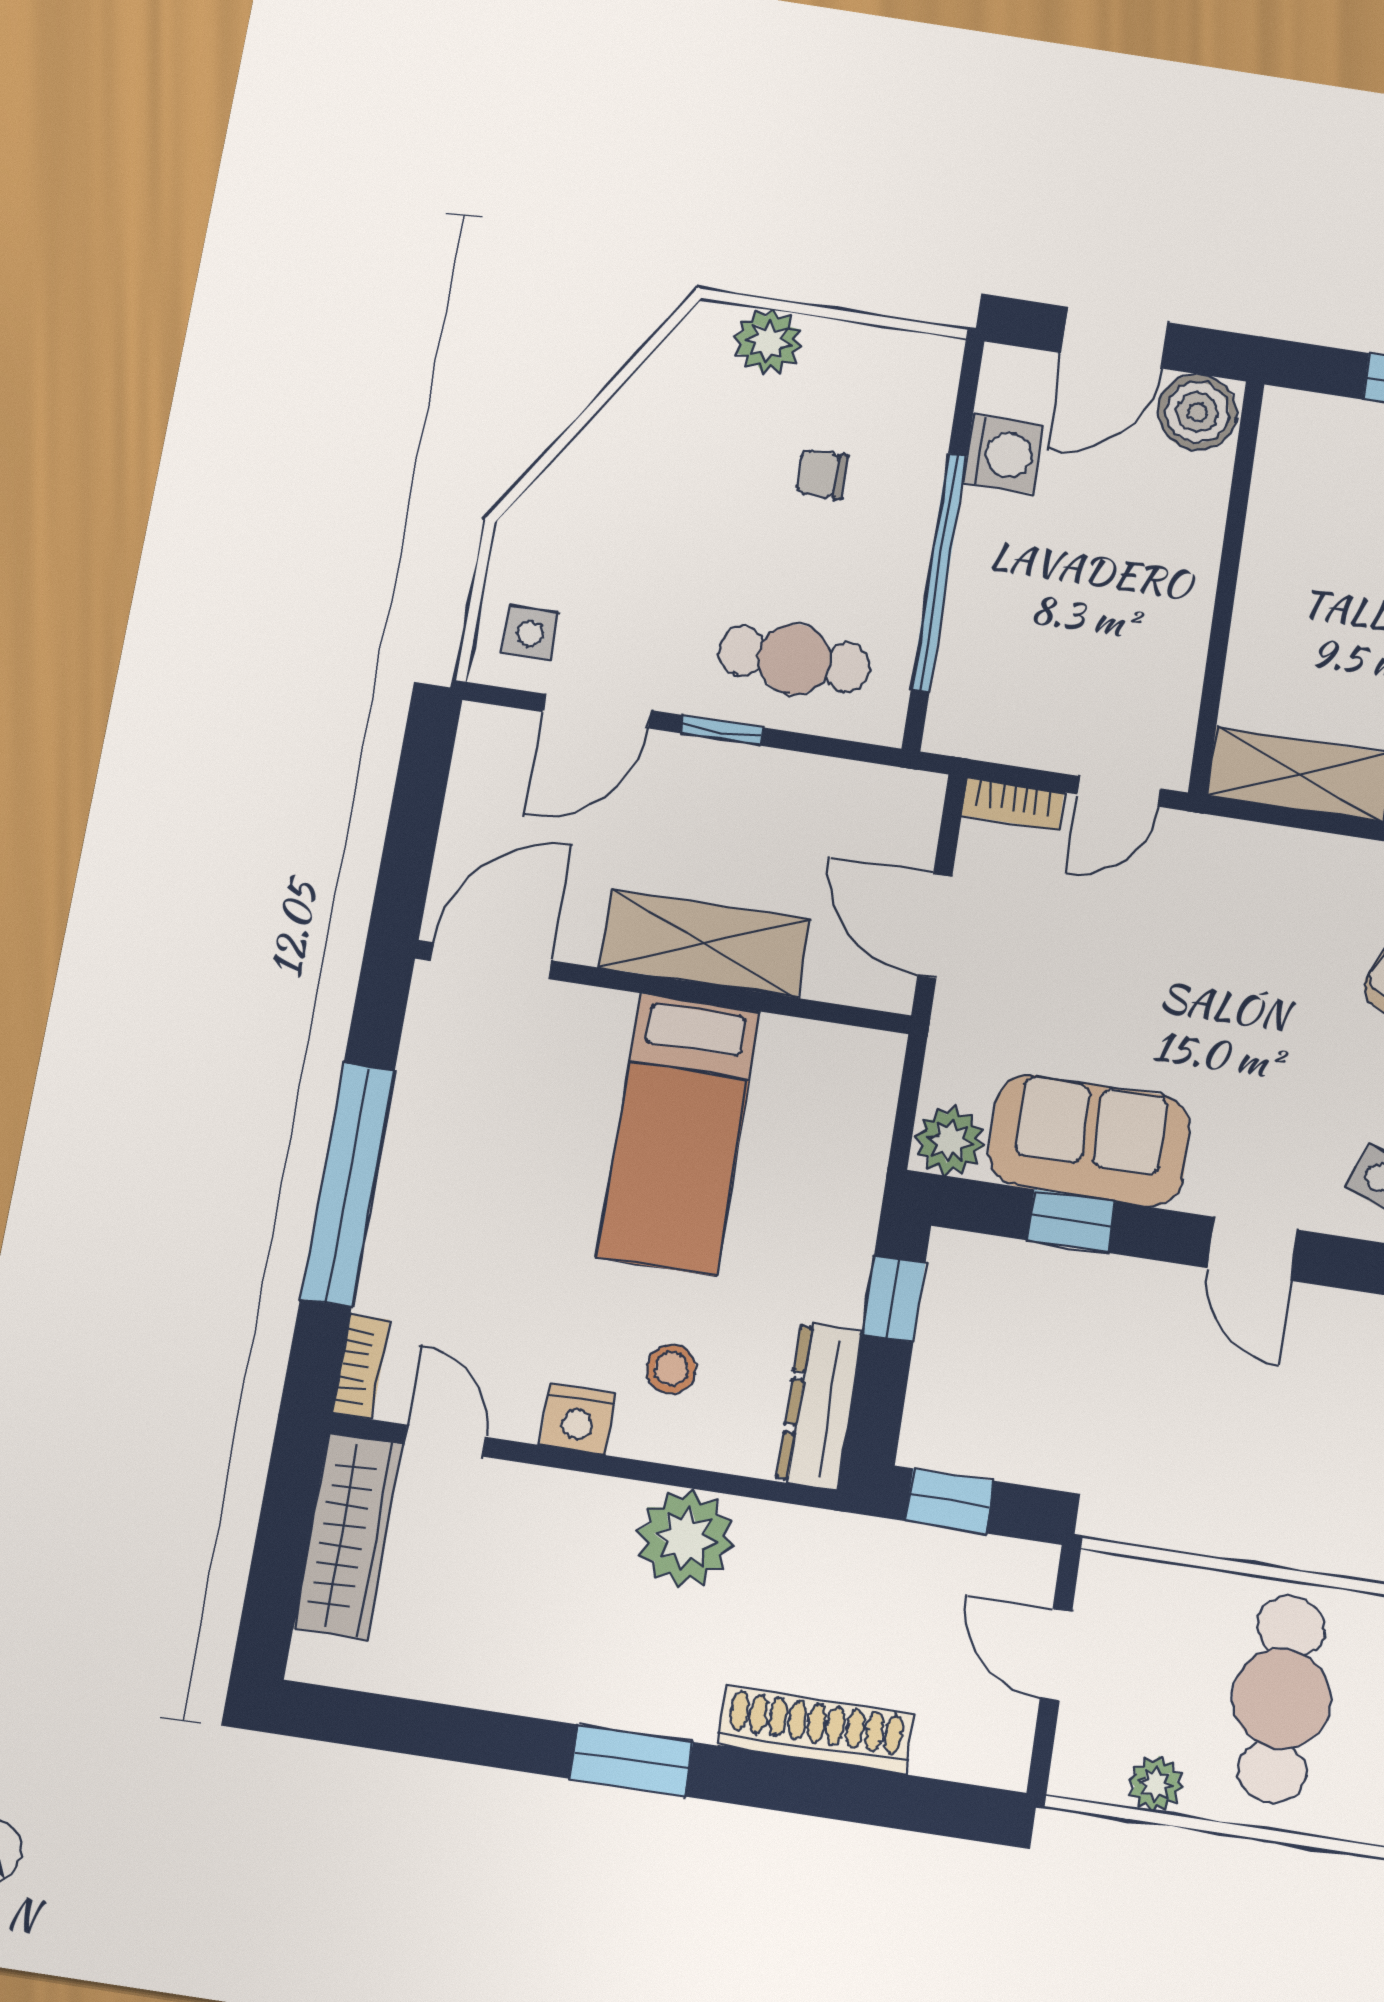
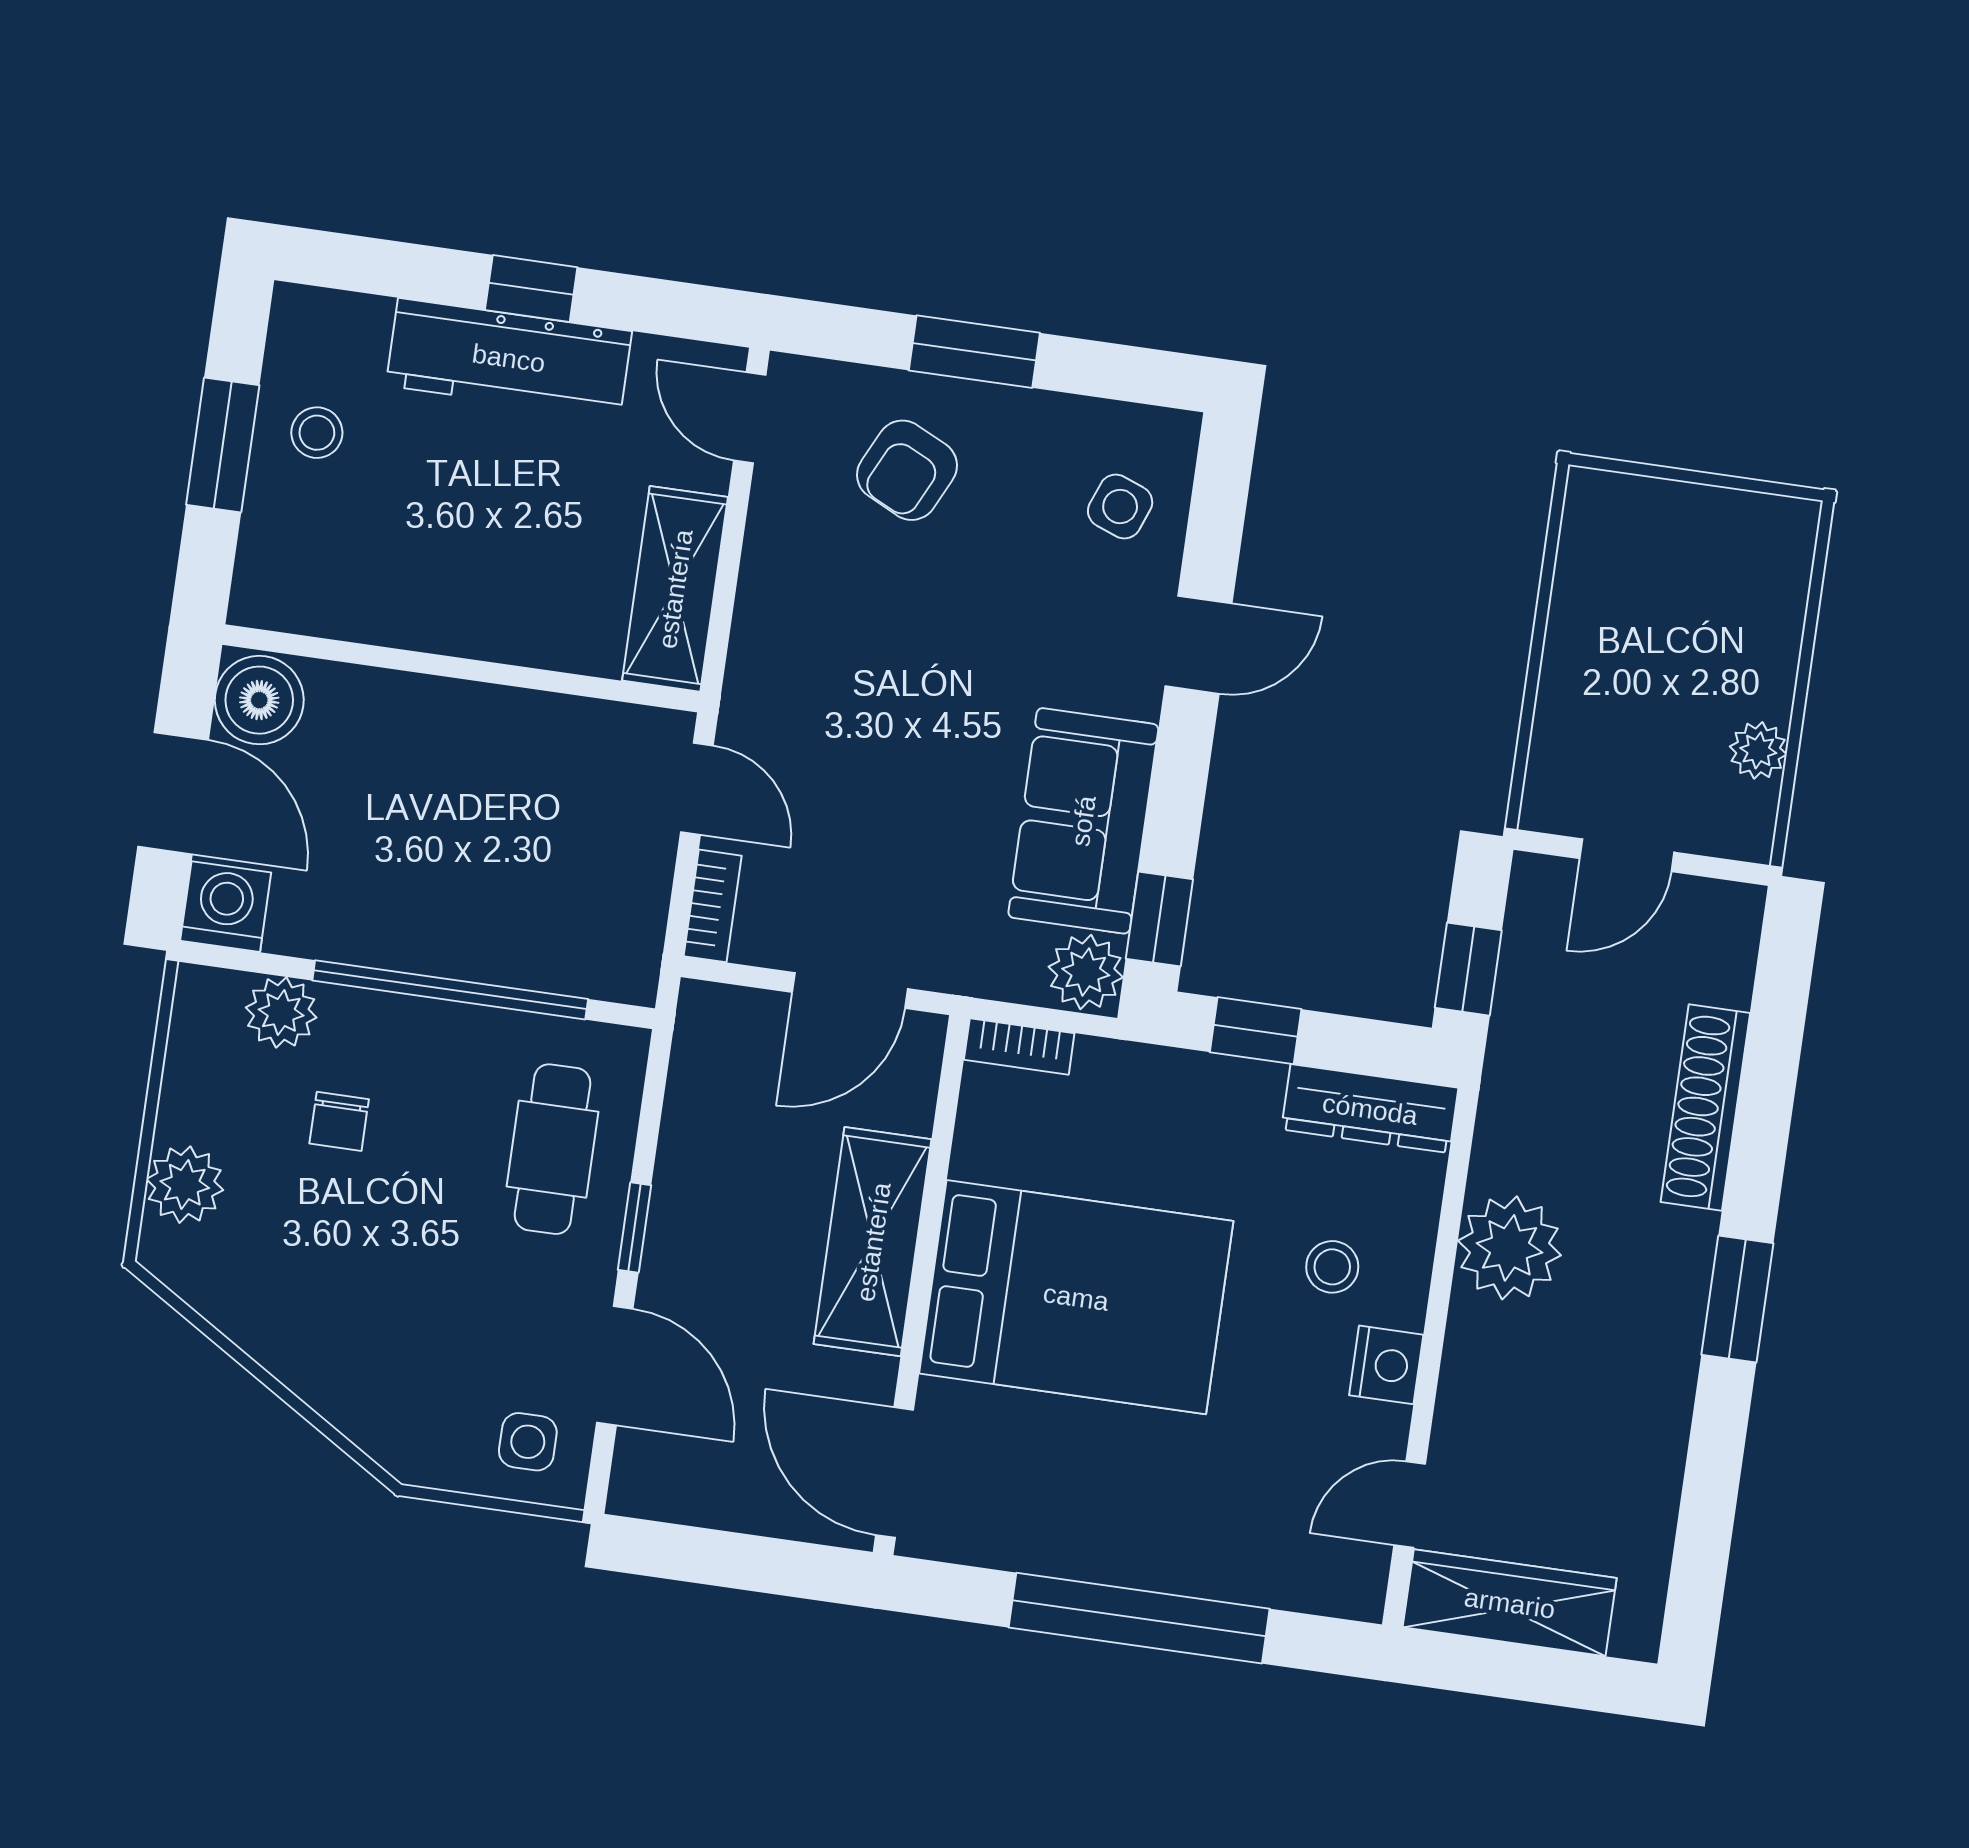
plant: (920, 426) -> (281, 1012), added
washing machine: (1003, 454) -> (226, 907), moved
bed: (679, 1134) -> (1076, 1297), width x1.50
window: (1071, 1221) -> (1159, 919), moved
bookcase: (361, 1366) -> (1019, 1046), moved, turned 180
cafe table: (1282, 1699) -> (1671, 617), removed

